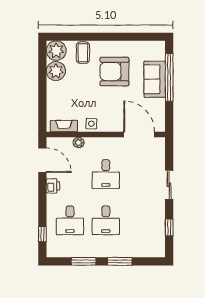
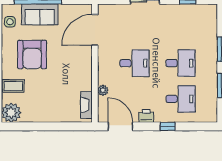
plant: (56, 71) -> (32, 113), removed
side table: (91, 124) -> (10, 22), moved
door: (42, 160) -> (120, 126), hinge flipped
window: (42, 234) -> (168, 126), moved

